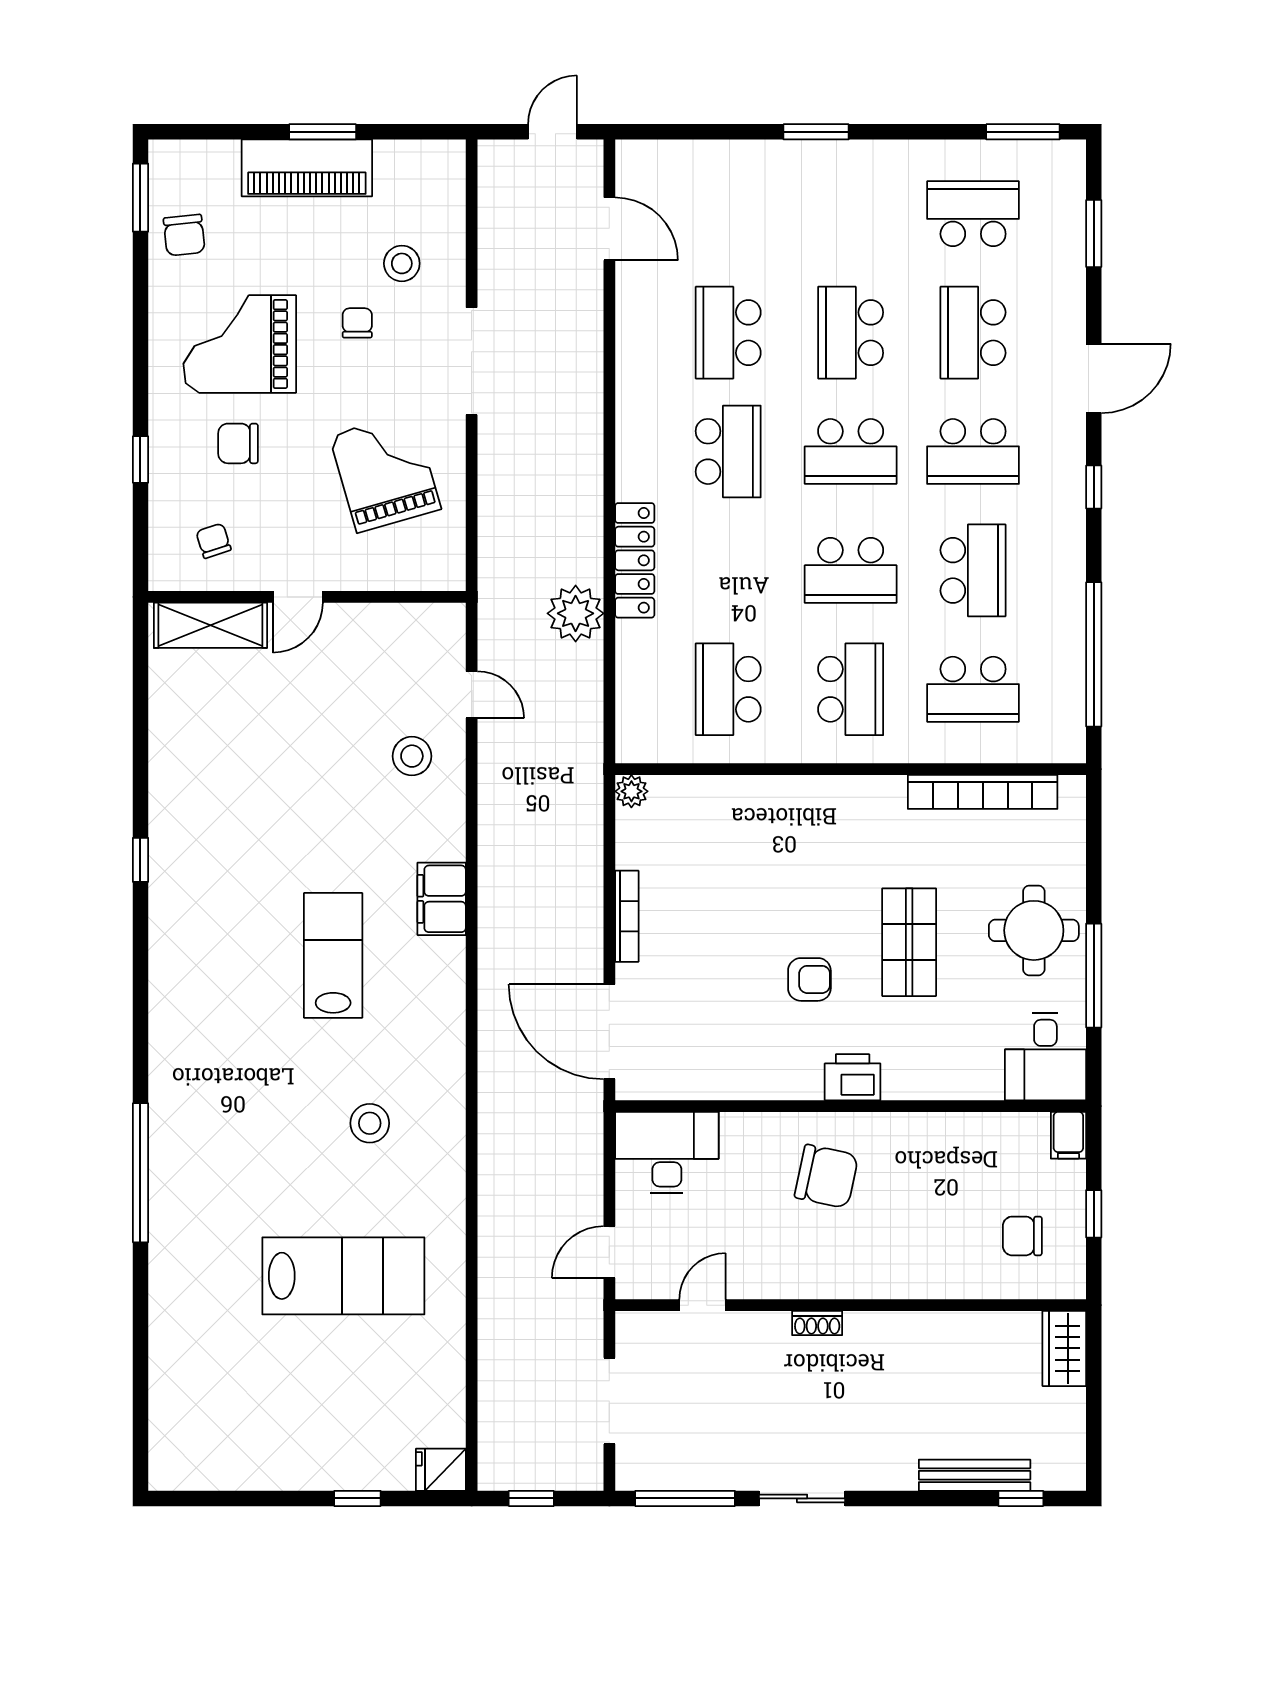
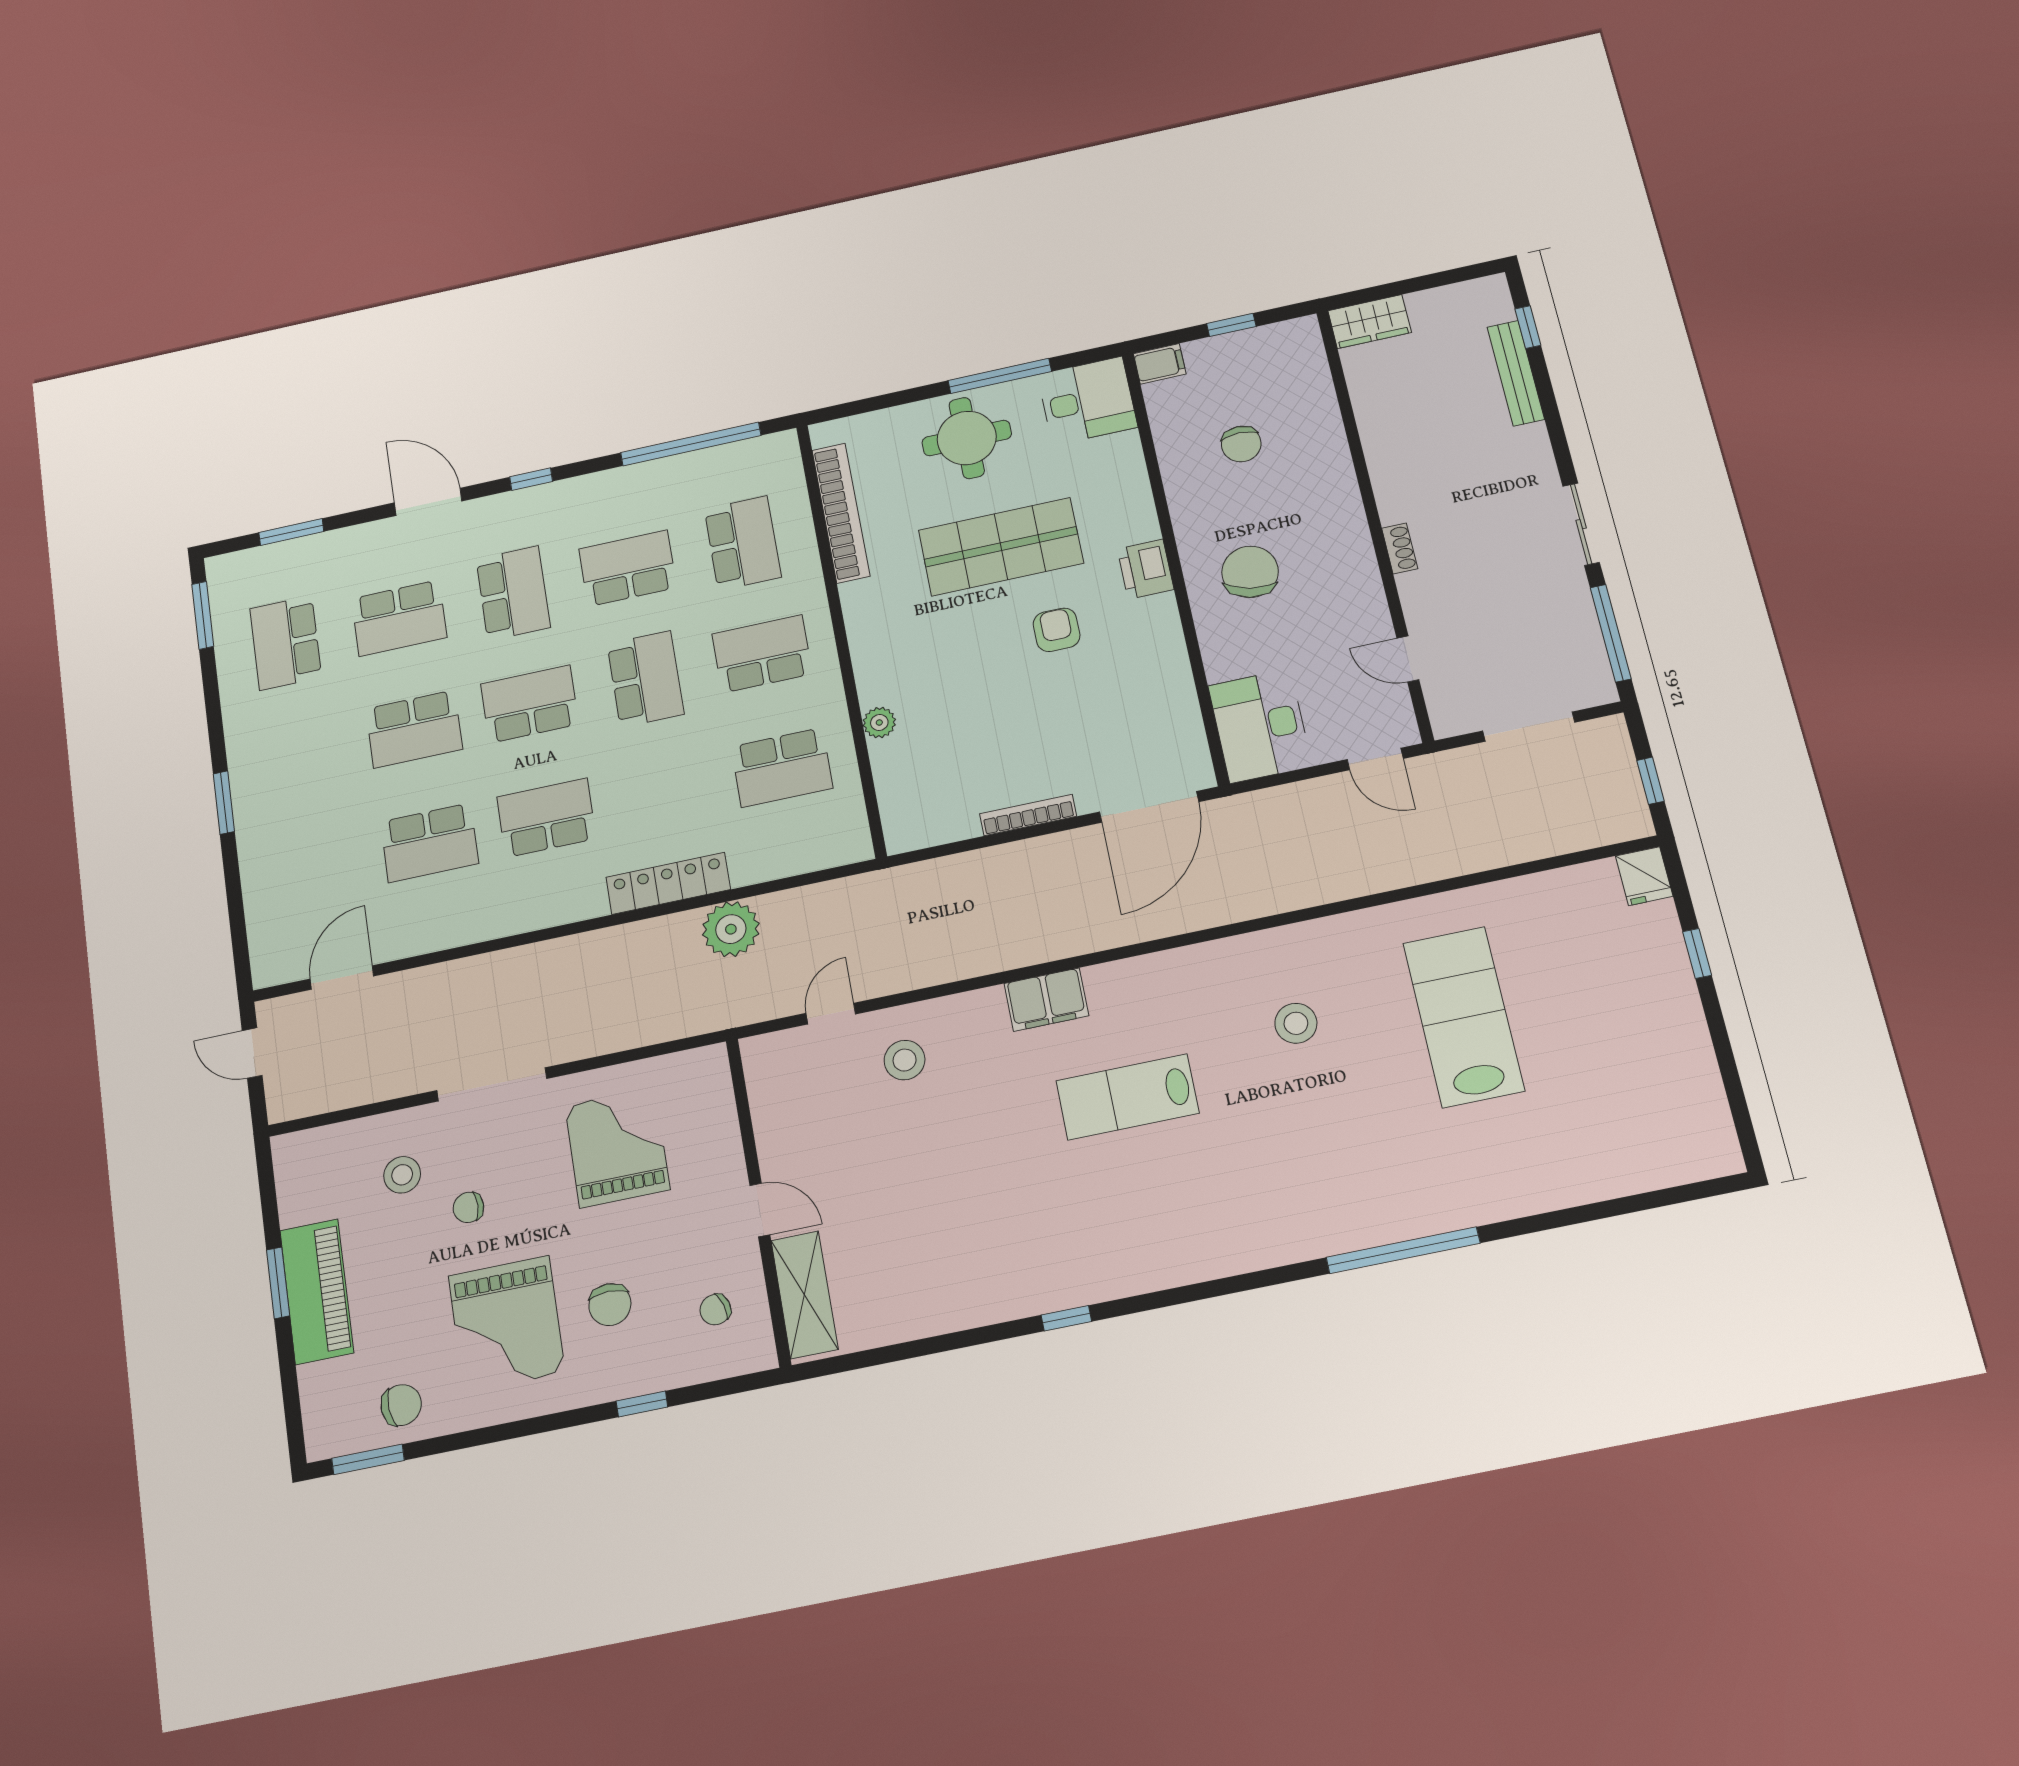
school desk: (851, 451) -> (530, 704), turned -90
grand piano: (385, 472) -> (617, 1148), turned 106
plant: (631, 791) -> (879, 722), moved
shop shelf: (909, 942) -> (1001, 547), width x1.43, depth x1.36
chair: (1022, 1236) -> (1241, 444), moved

